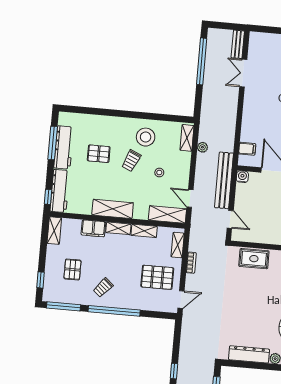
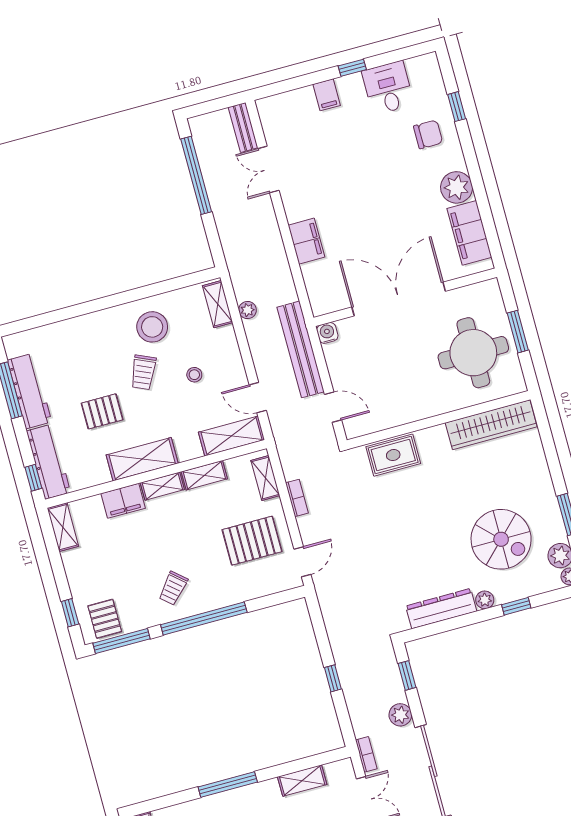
filing cabinet: (247, 149) -> (306, 241), moved, width x2.00
pallet: (99, 154) -> (102, 411), moved
pallet: (72, 270) -> (105, 619), moved

